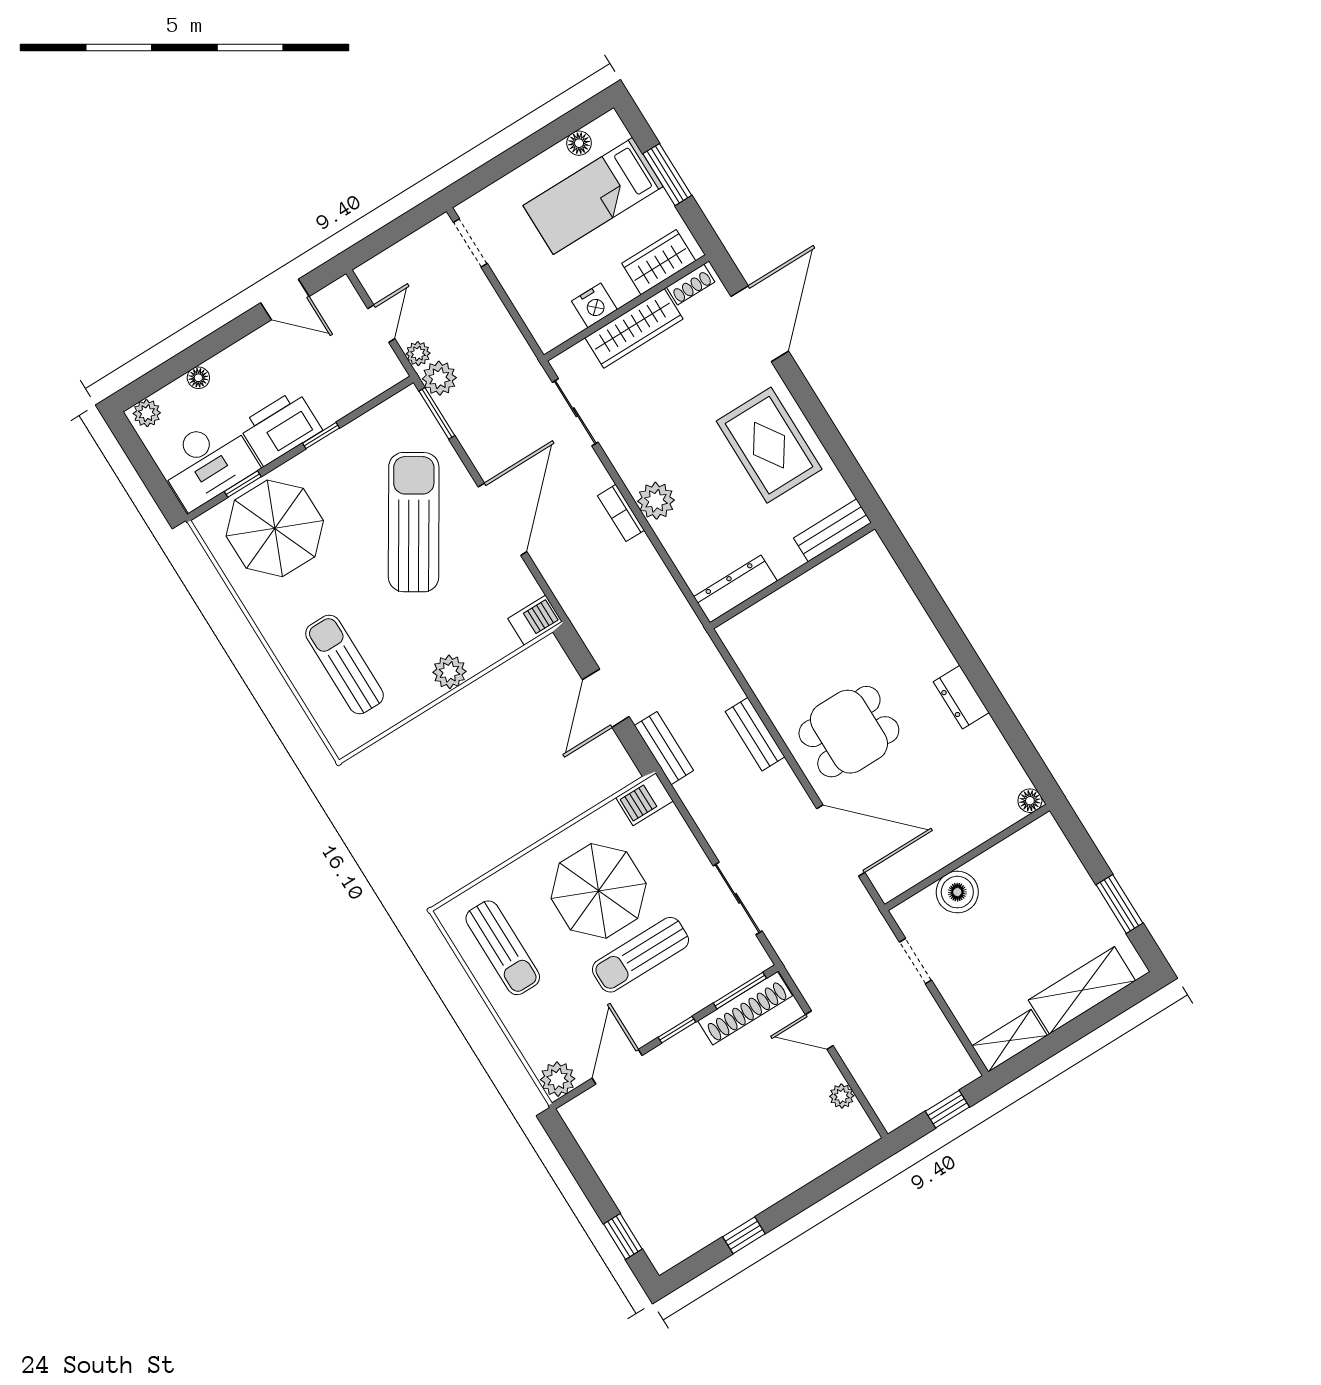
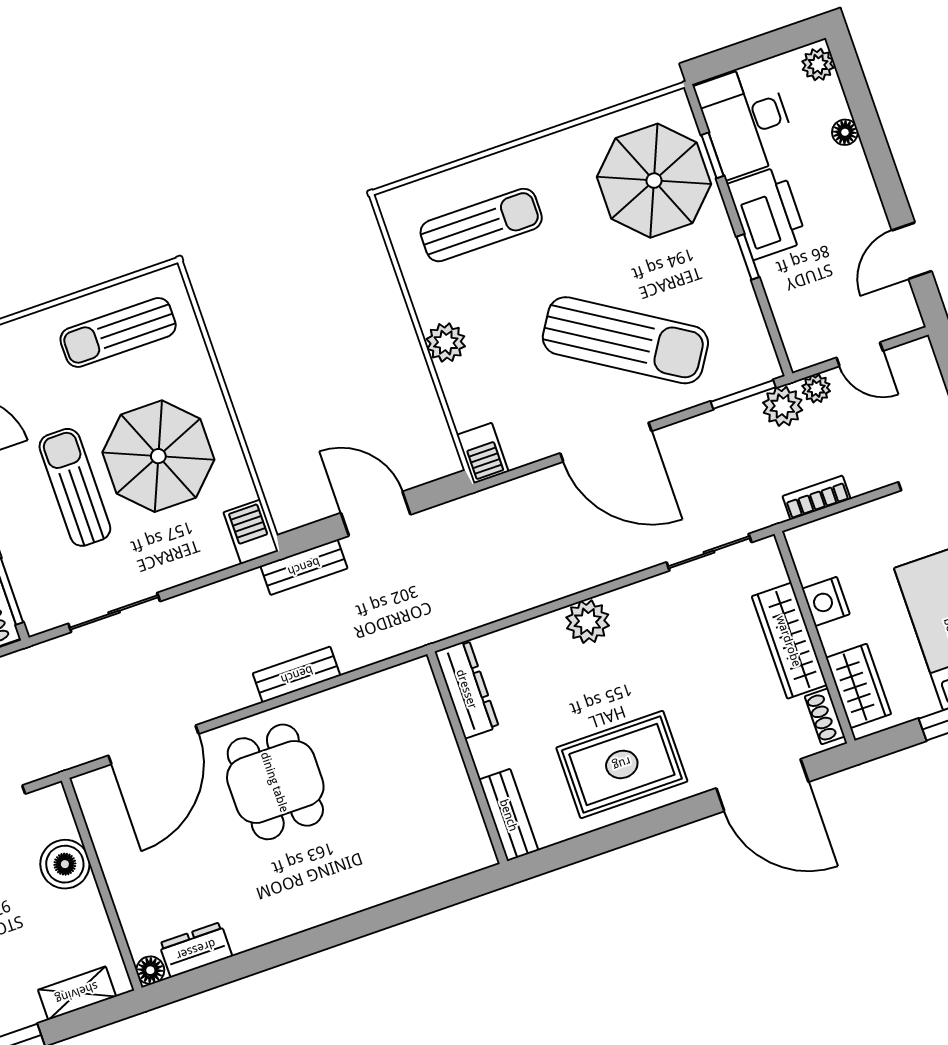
bookcase: (621, 513) -> (816, 498), moved
dresser: (961, 697) -> (196, 950), moved
shelving: (1063, 858) -> (77, 993), added

